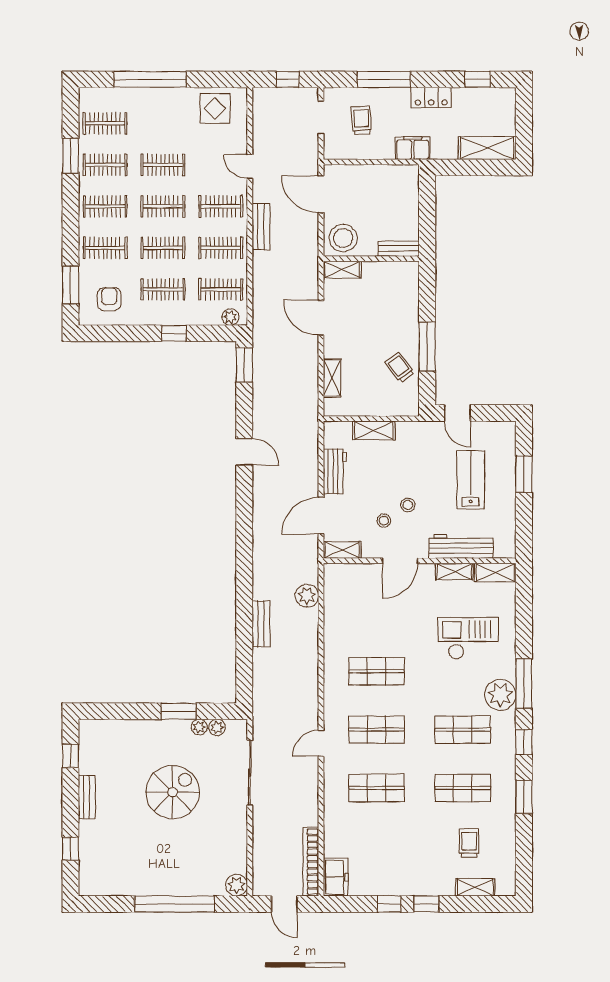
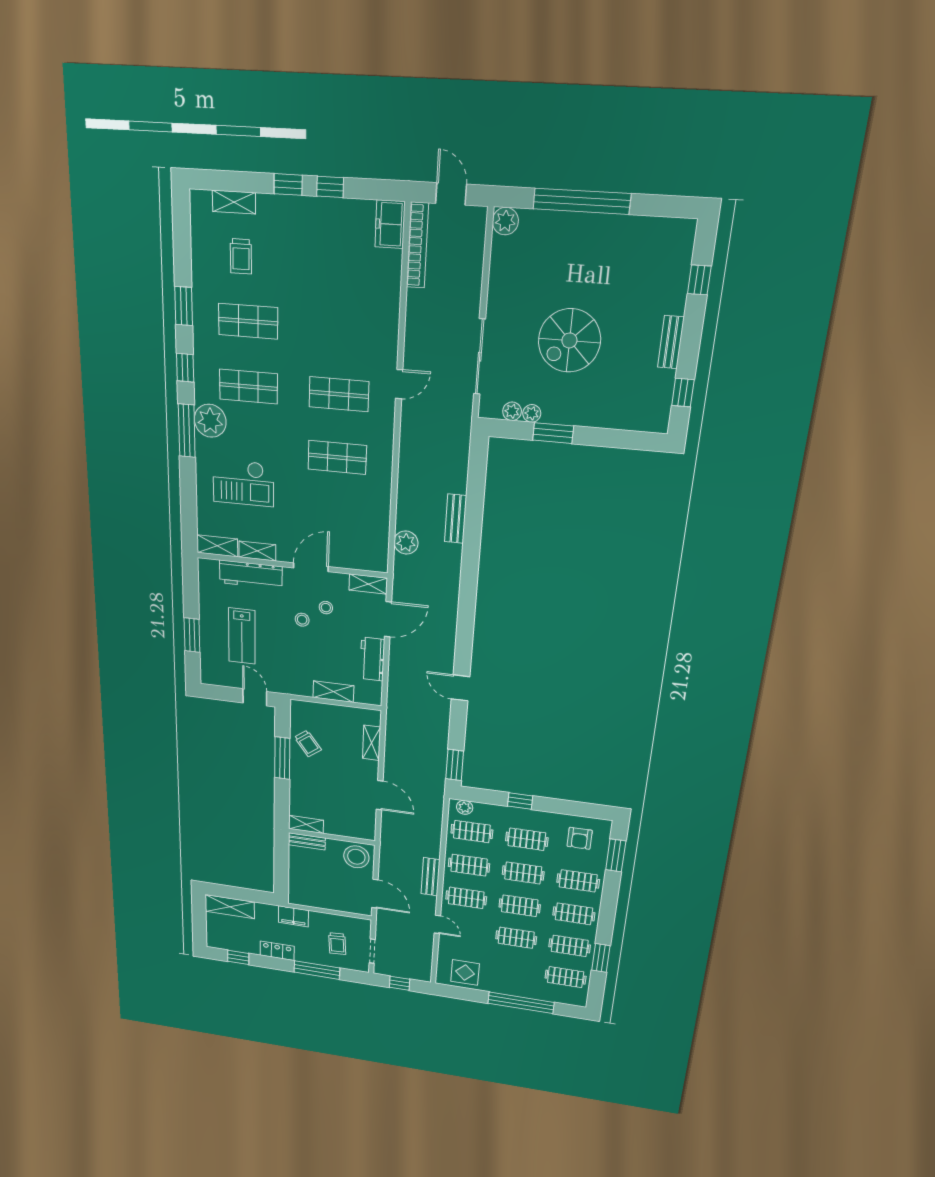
shelving: (342, 270) -> (306, 824), moved
shop shelf: (377, 788) -> (341, 328), removed

